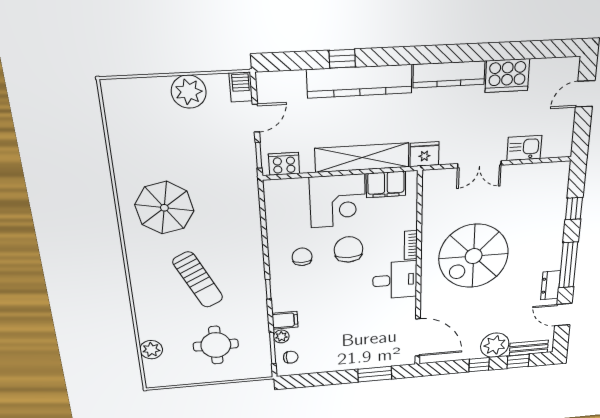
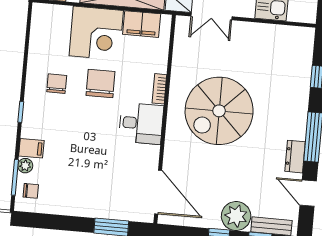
double door: (479, 164) -> (211, 16), moved

